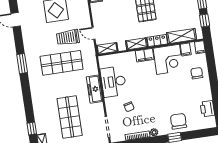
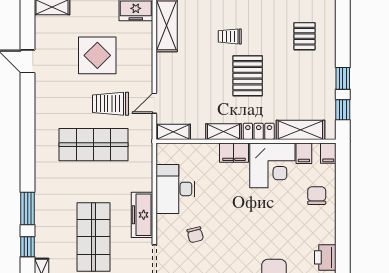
door: (94, 33) -> (154, 103), hinge flipped
window: (22, 64) -> (28, 208), moved
freezer: (95, 89) -> (142, 215), moved

